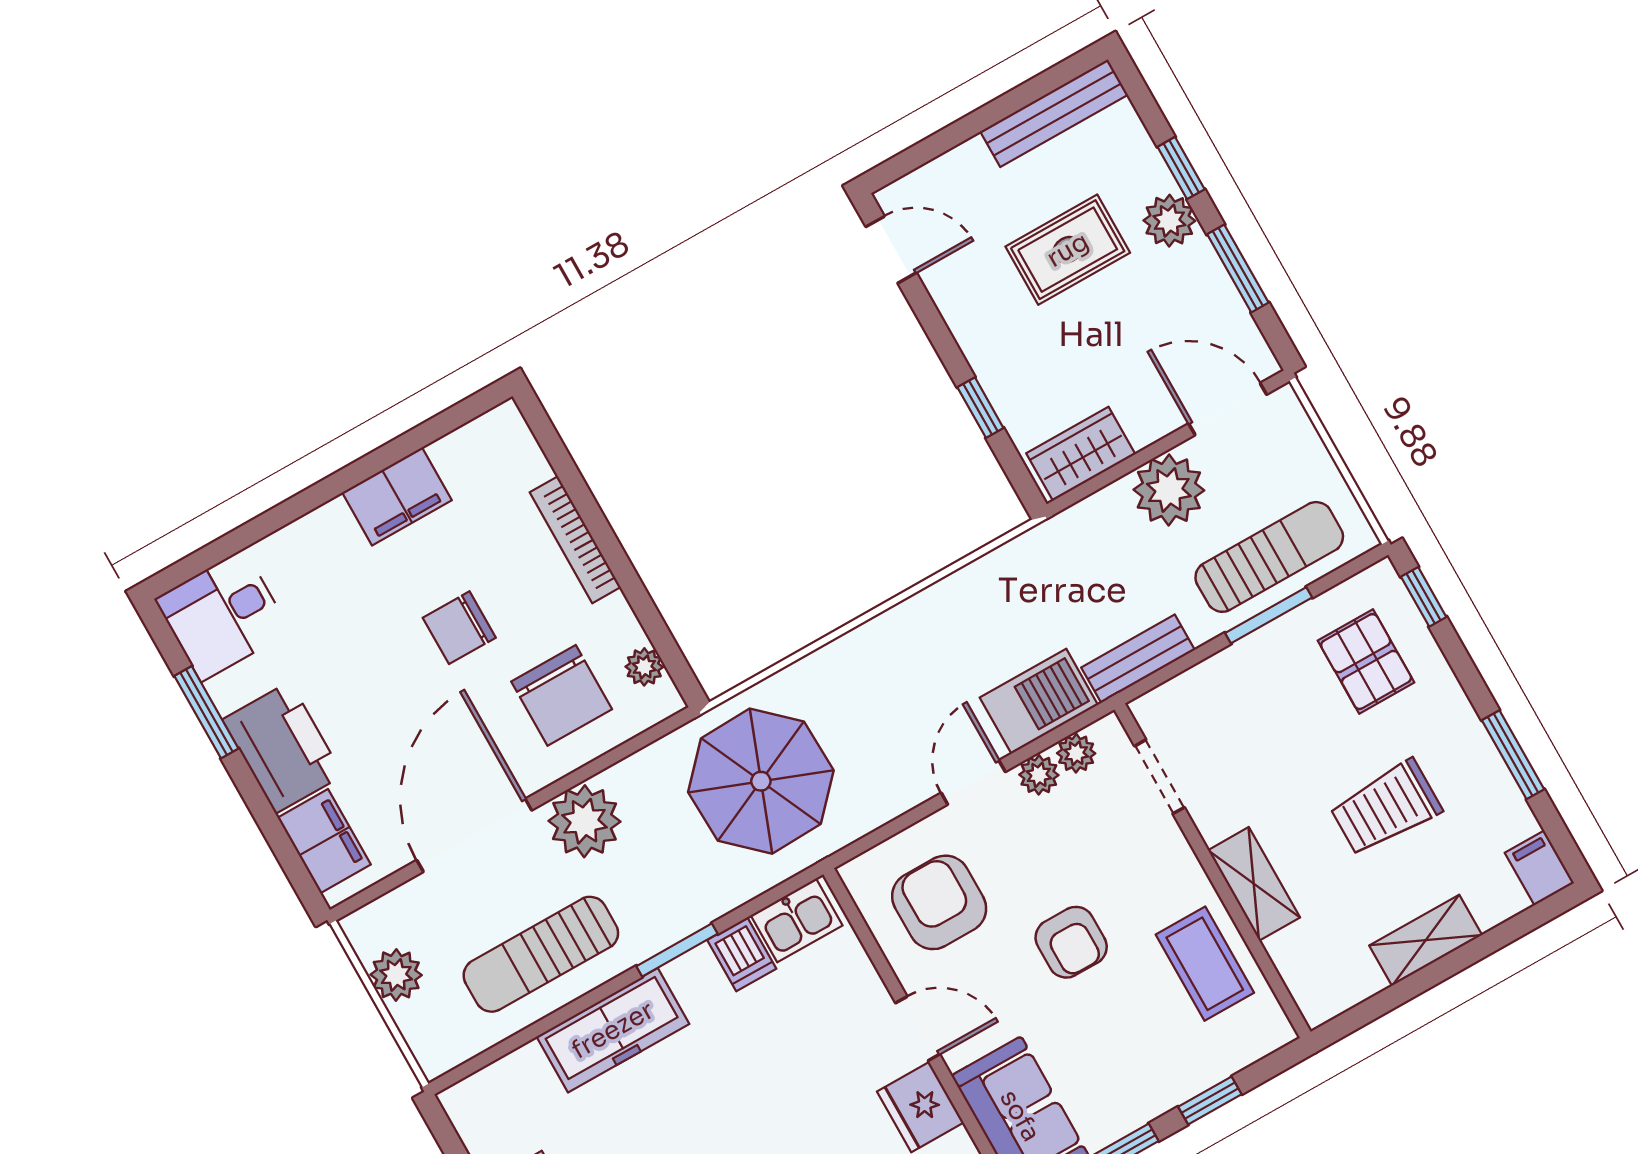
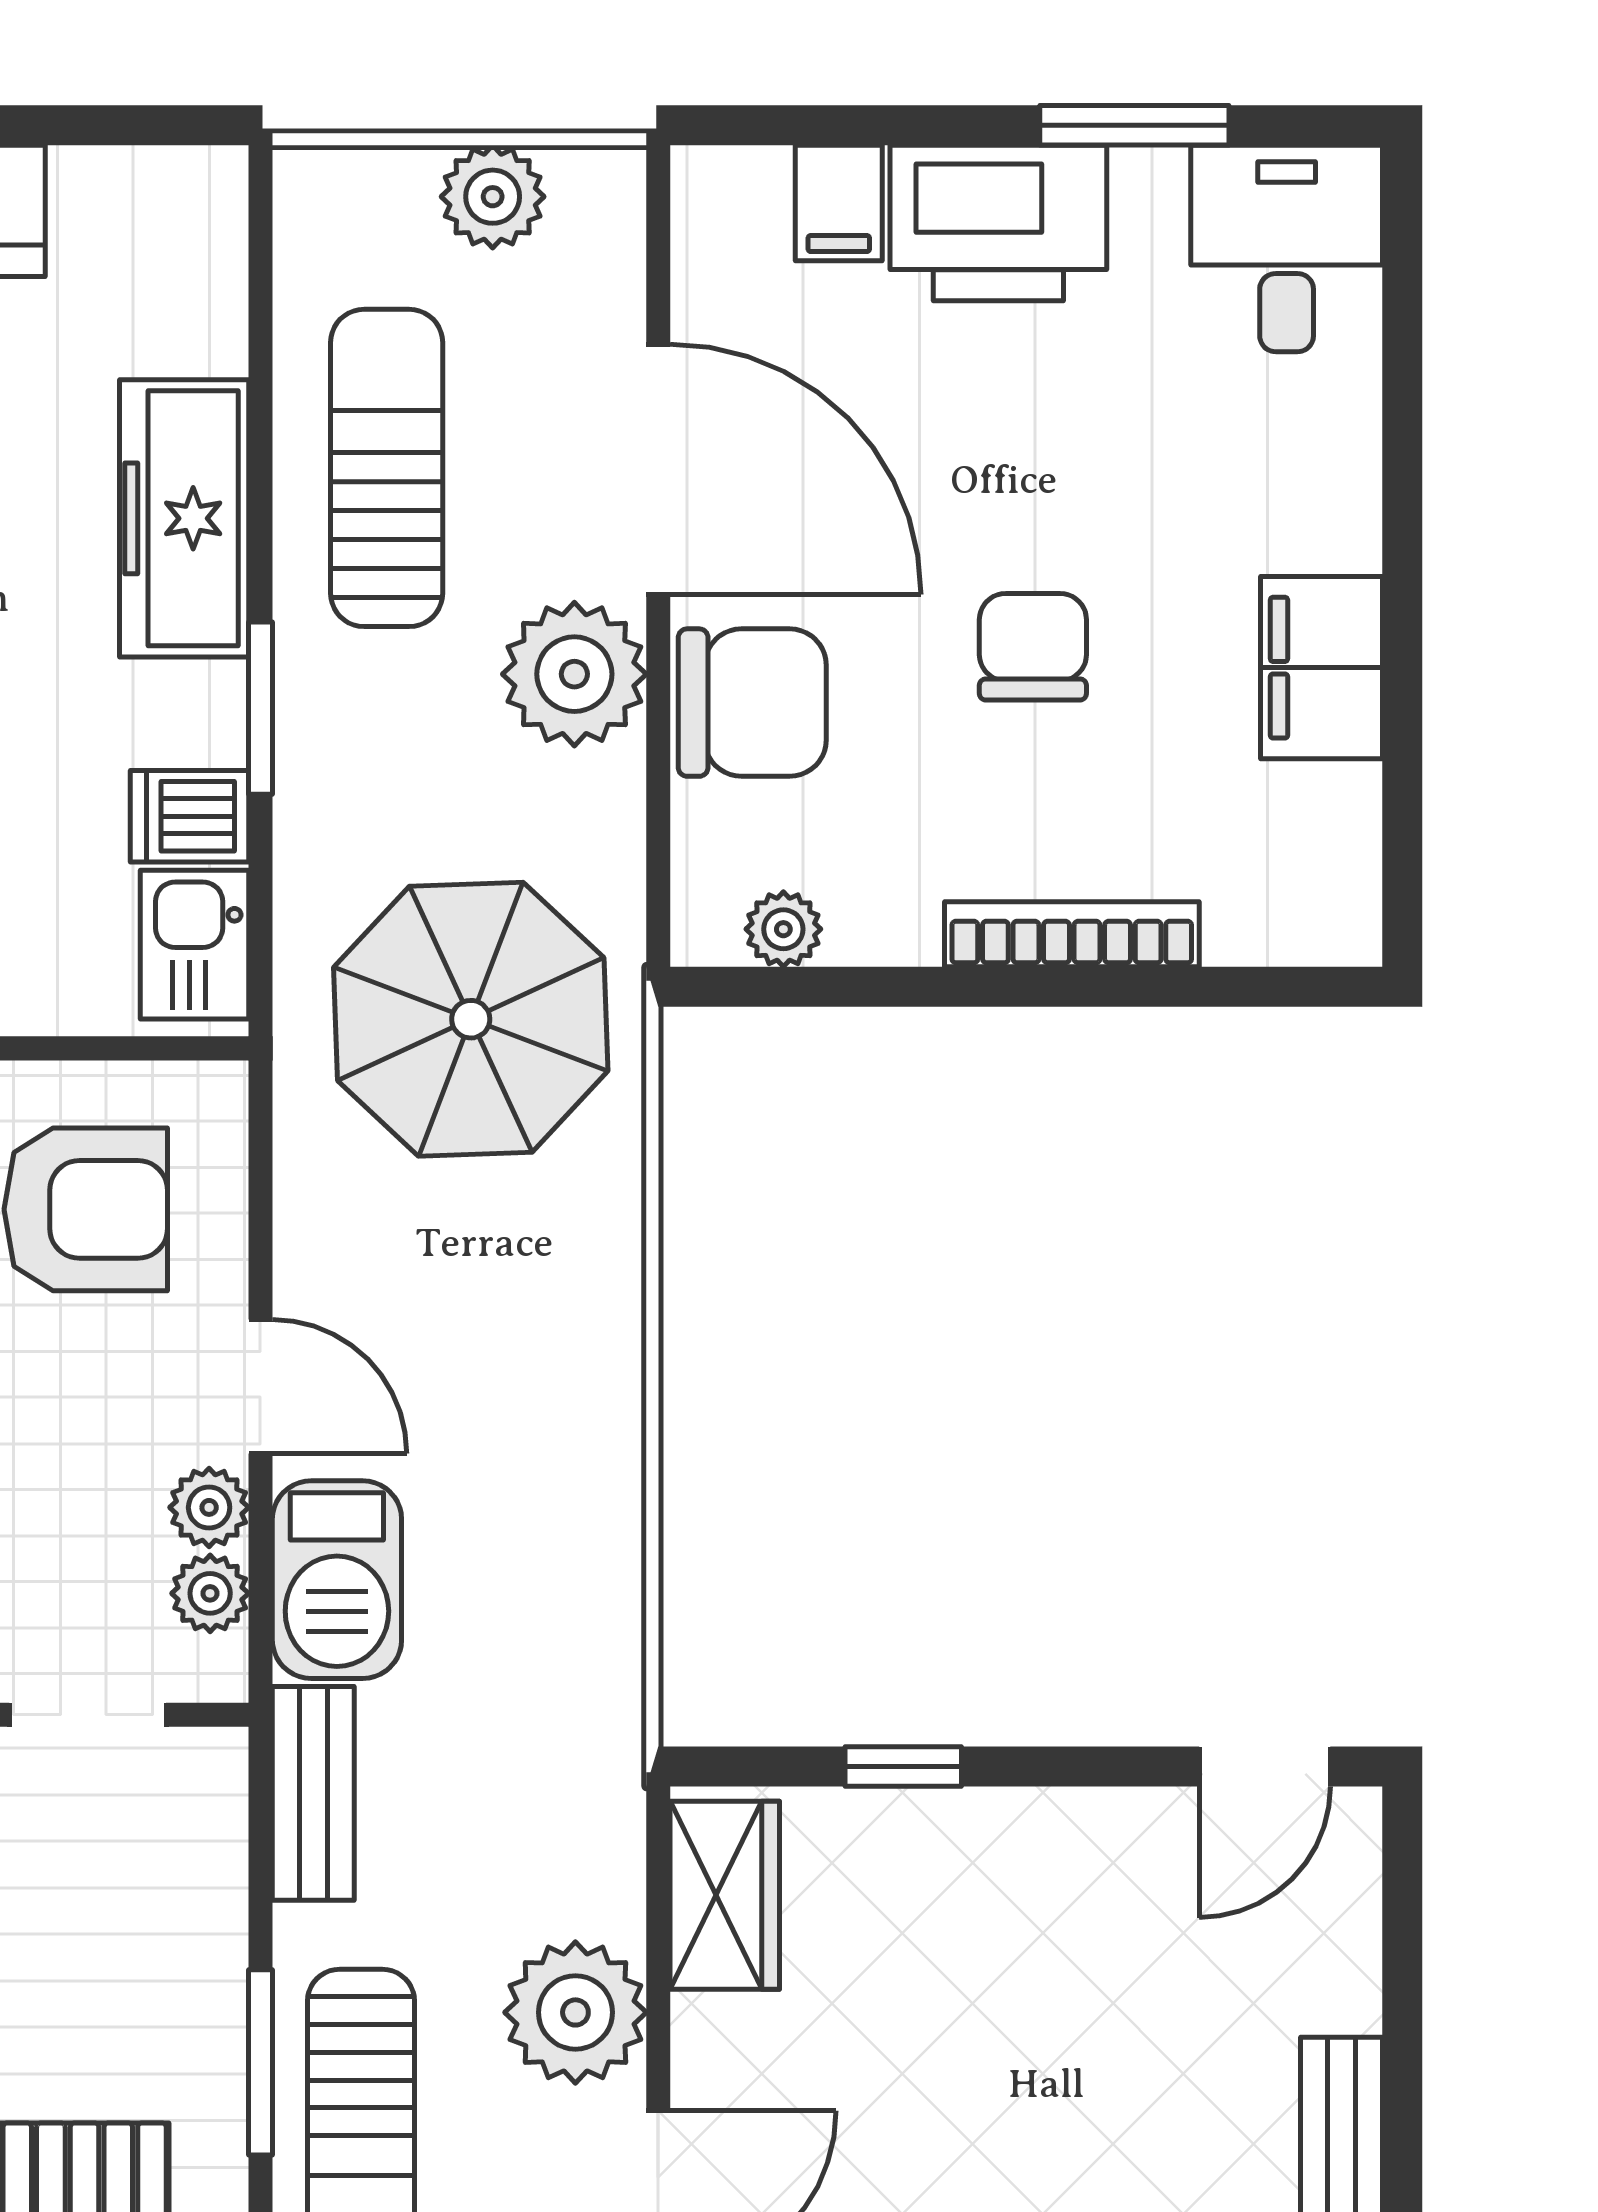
rug: (1068, 250) -> (1092, 2073), removed
chair: (562, 695) -> (752, 703), moved, turned 180
filing cabinet: (324, 841) -> (839, 203), width x0.50

